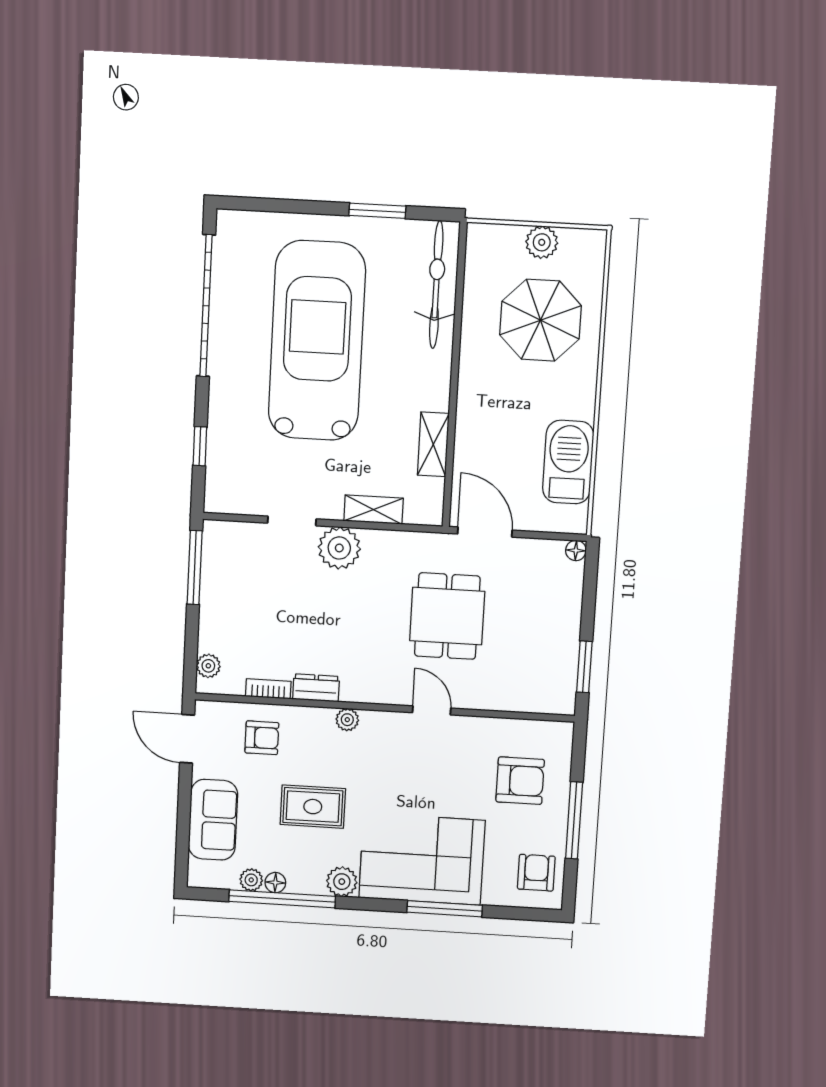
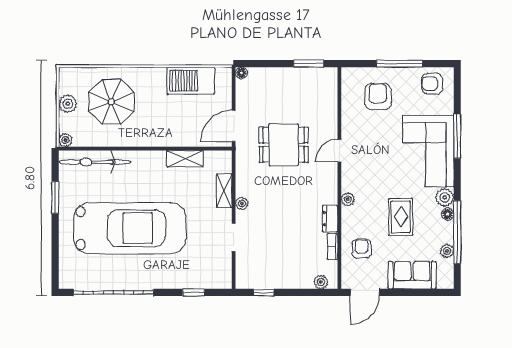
plant: (478, 235) -> (65, 140), added
car: (317, 341) -> (130, 228), turned 180
plant: (339, 548) -> (242, 204), width x0.53, depth x0.53
window: (195, 568) -> (264, 292), width x0.46
floor lamp: (275, 883) -> (448, 214), moved

